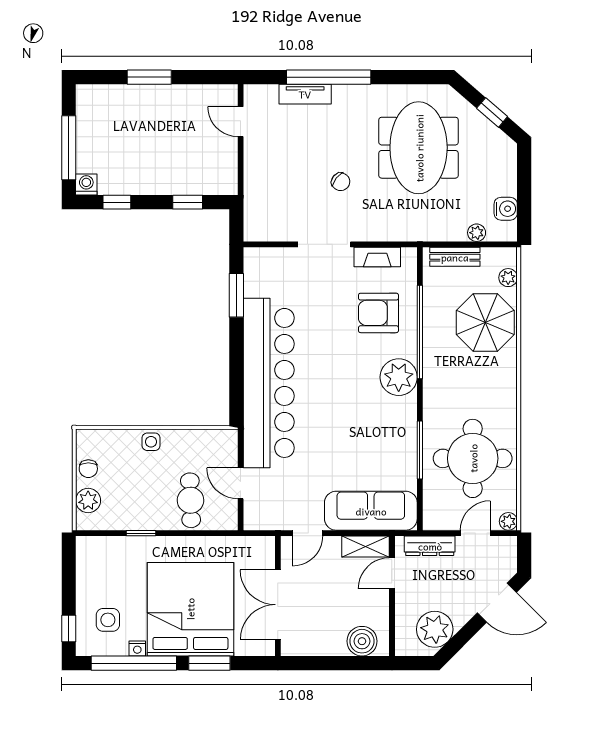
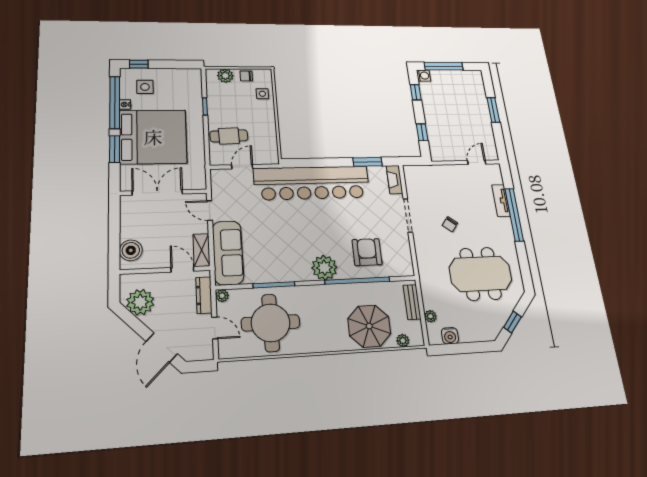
fireplace: (377, 257) -> (394, 180), moved
side table: (151, 442) -> (262, 94), moved
plant: (508, 521) -> (222, 296), moved

